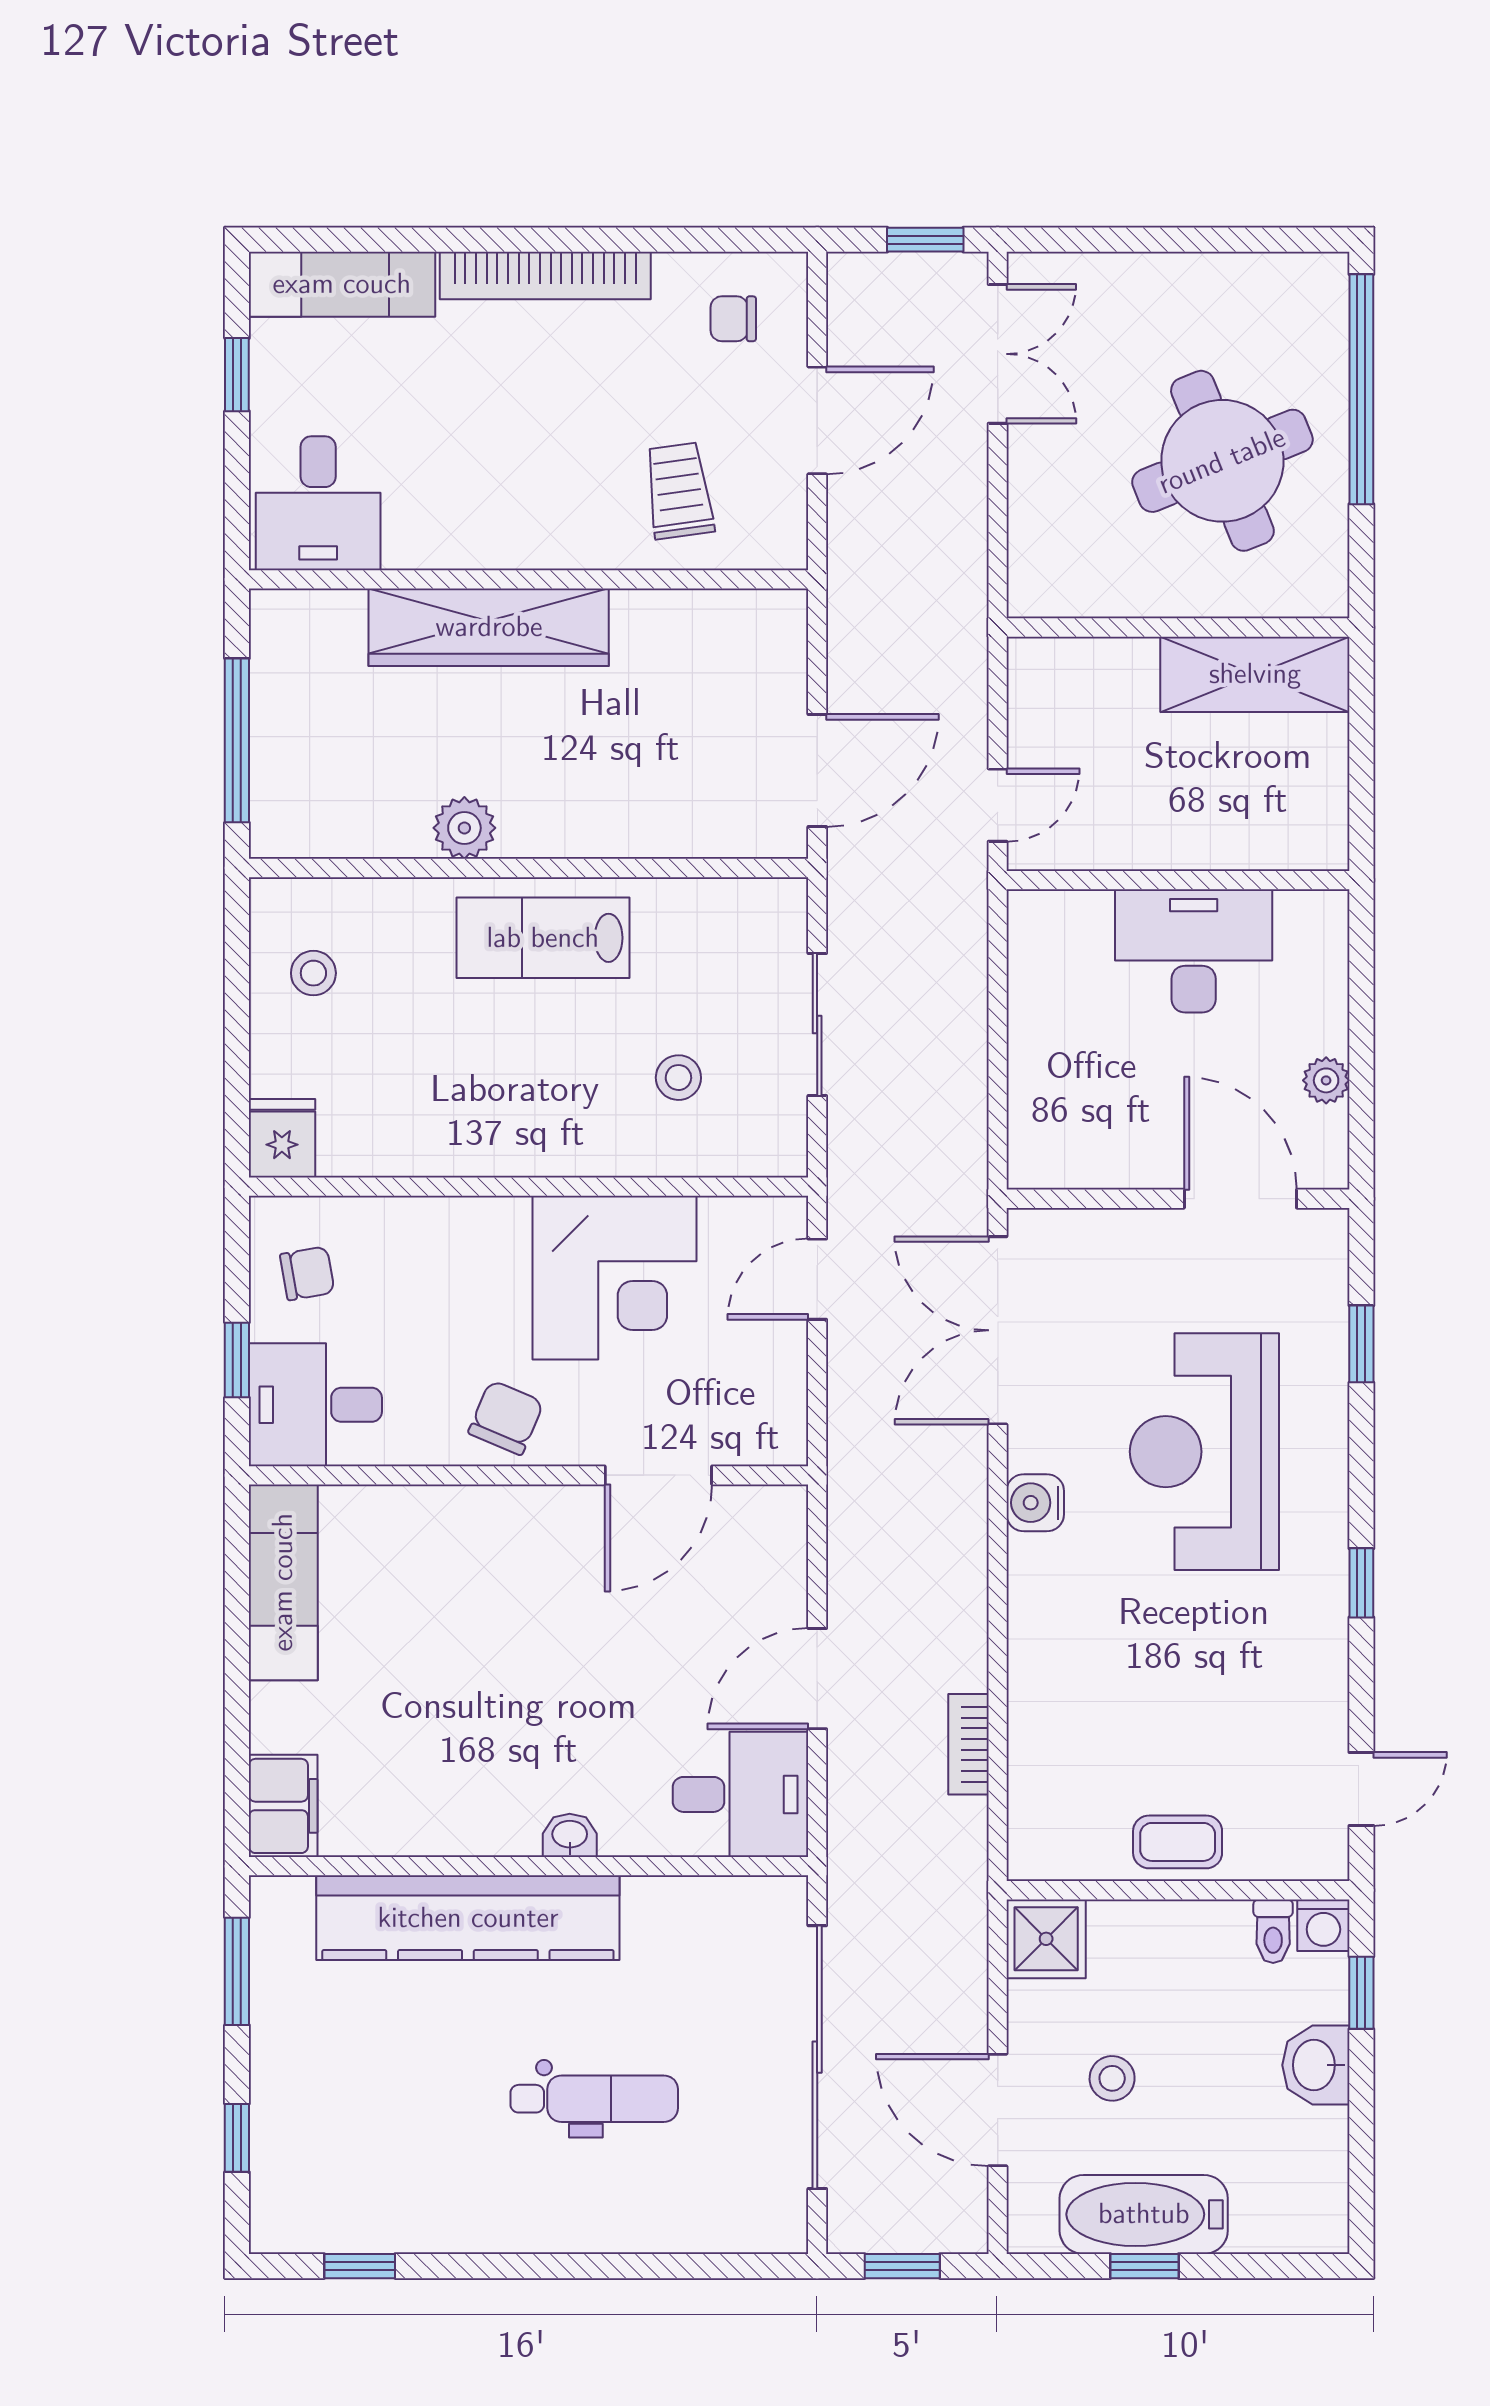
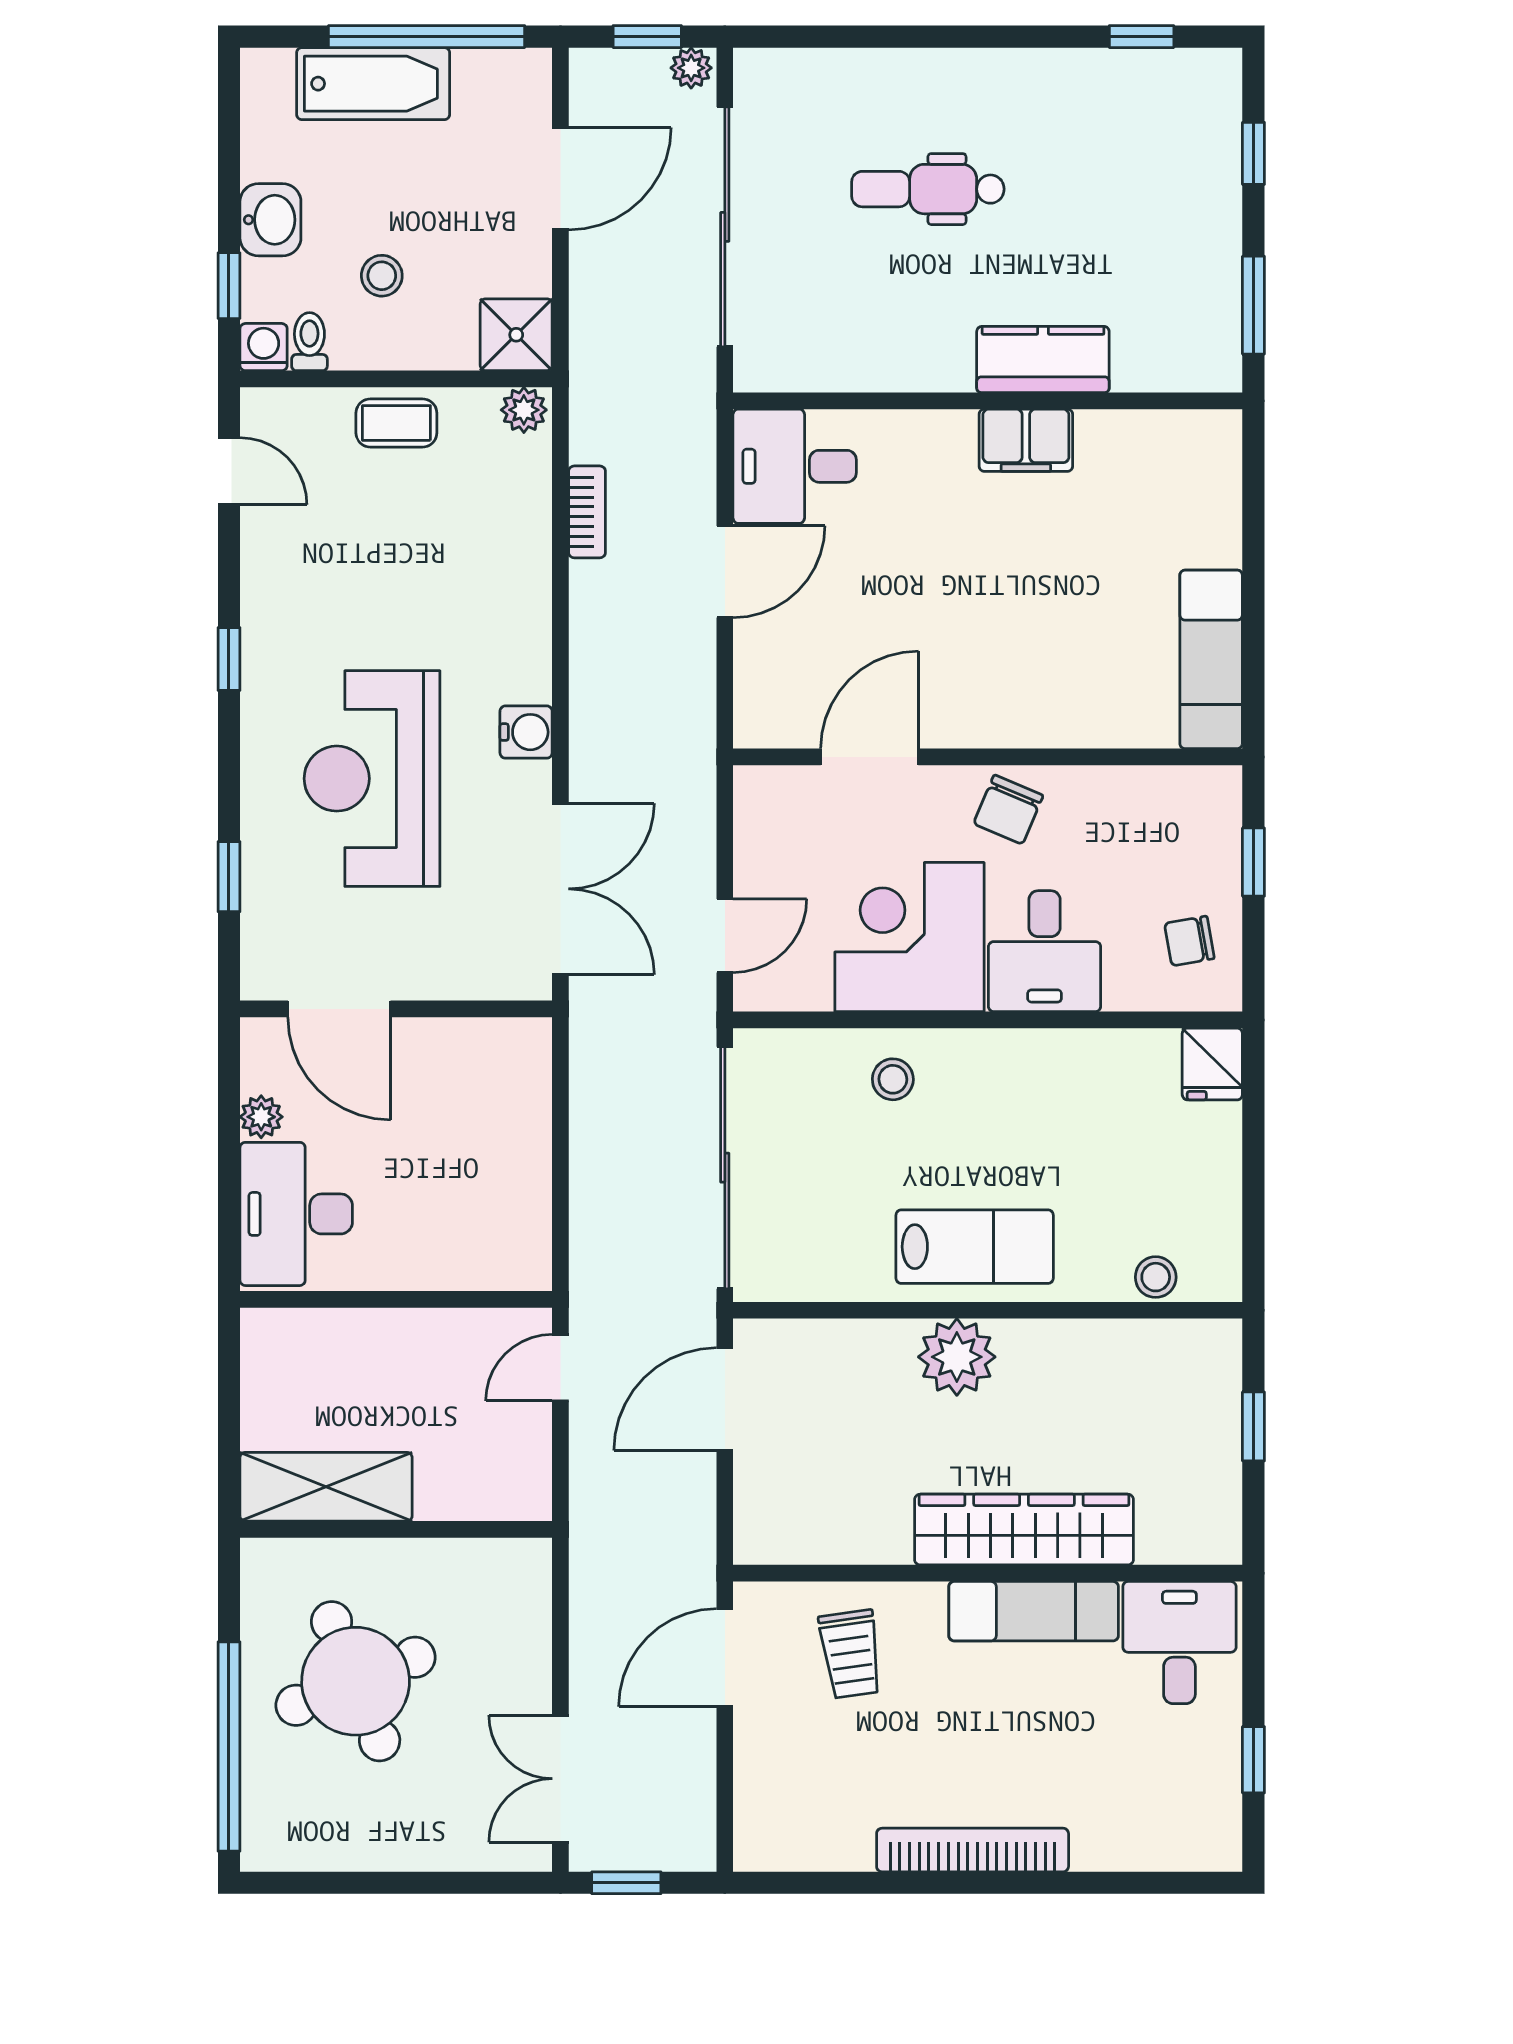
exam couch: (342, 284) -> (1034, 1611), moved, turned 180
chair: (733, 319) -> (801, 1811), removed
door: (817, 420) -> (725, 1658), moved
window: (237, 740) -> (1253, 1426), width x0.46
plant: (464, 828) -> (957, 1357), moved, width x1.36, depth x1.36
desk: (1194, 951) -> (296, 1214), moved, turned 90
stool: (313, 973) -> (1156, 1277), moved
sliding door: (817, 1024) -> (725, 1168), width x1.86
stool: (678, 1078) -> (893, 1079), moved
desk: (315, 1405) -> (1045, 951), moved, turned 90
reception desk: (1204, 1452) -> (372, 779), turned 180
door: (1361, 1789) -> (229, 471), swing flipped
filing cabinet: (283, 1806) -> (1026, 440), moved, turned -90
washbasin: (570, 1835) -> (950, 429), removed
plant: (1038, 1856) -> (524, 410), added
kitchen counter: (468, 1918) -> (1043, 360), width x0.48, depth x0.86
stool: (1112, 2078) -> (382, 276), moved
door: (998, 2110) -> (560, 179), hinge flipped
bathtub: (1144, 2214) -> (373, 84), moved
plant: (854, 2232) -> (691, 68), added
window: (1145, 2266) -> (427, 37), width x3.17

